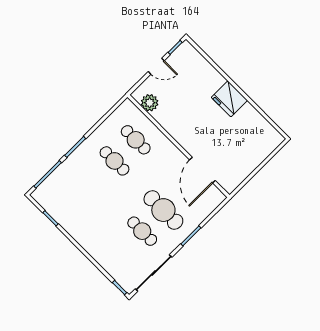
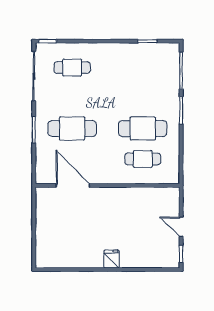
door: (156, 66) -> (181, 227), hinge flipped
fridge: (229, 99) -> (112, 259), width x0.53, depth x0.75
plant: (150, 103) -> (159, 196), removed
cafe table: (114, 161) -> (143, 129), width x1.37, depth x1.35
cafe table: (142, 231) -> (72, 68), moved

